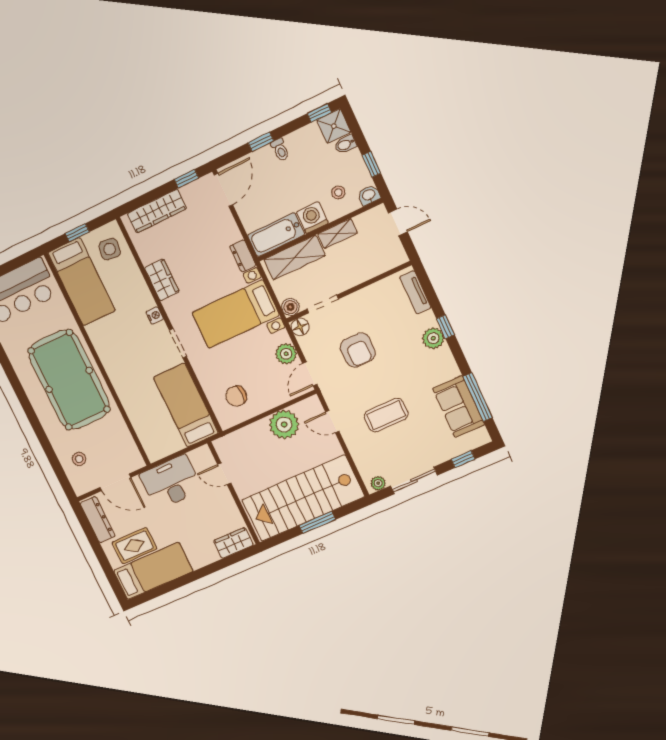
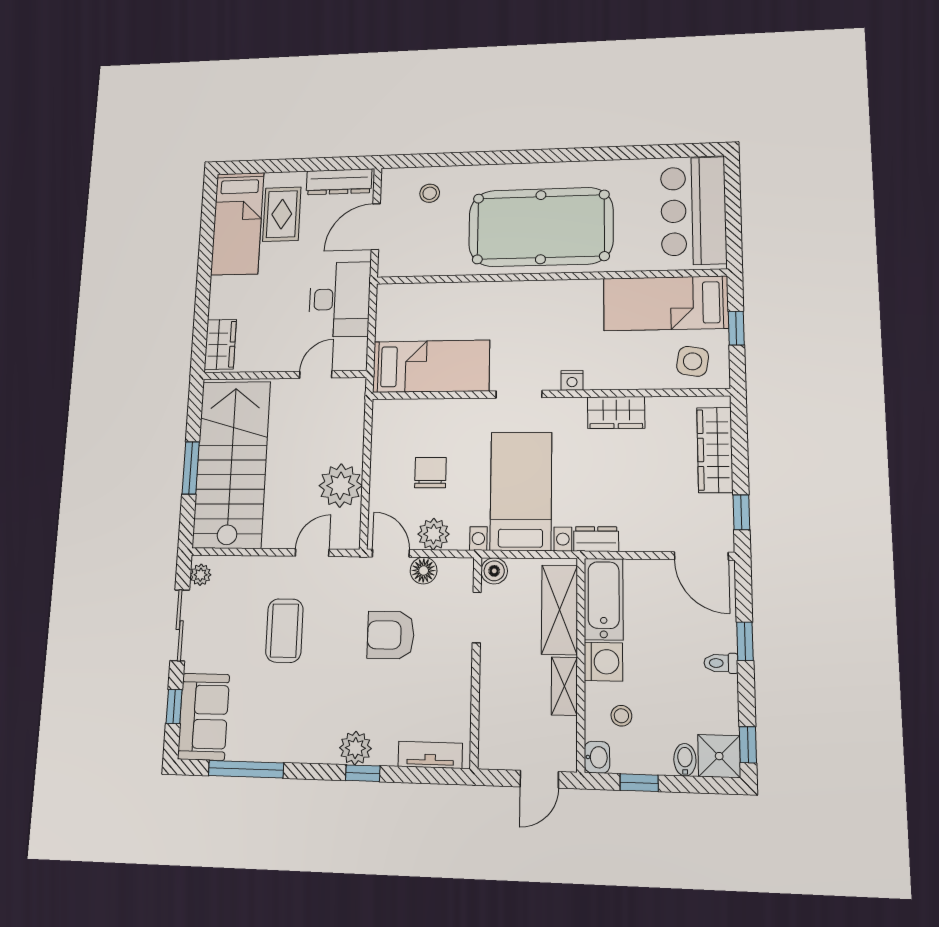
floor lamp: (300, 327) -> (424, 571), moved
chair: (236, 396) -> (430, 473), moved
sofa: (459, 407) -> (204, 717), moved, turned 90

